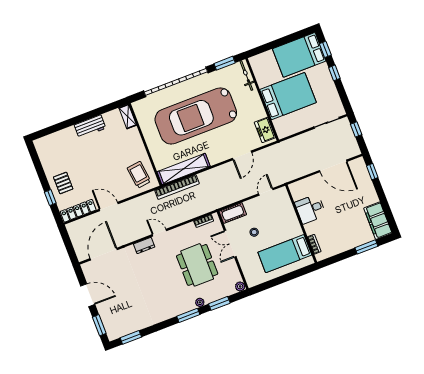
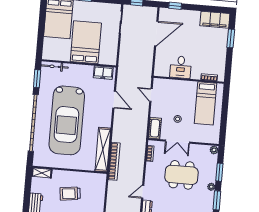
trolley: (139, 175) -> (70, 194), moved

